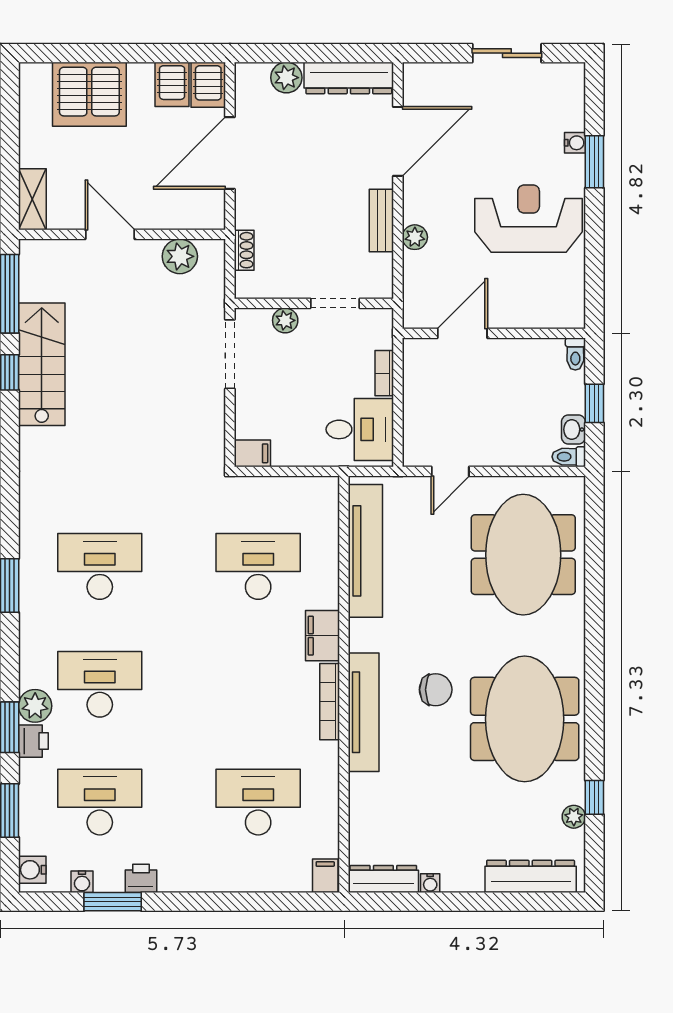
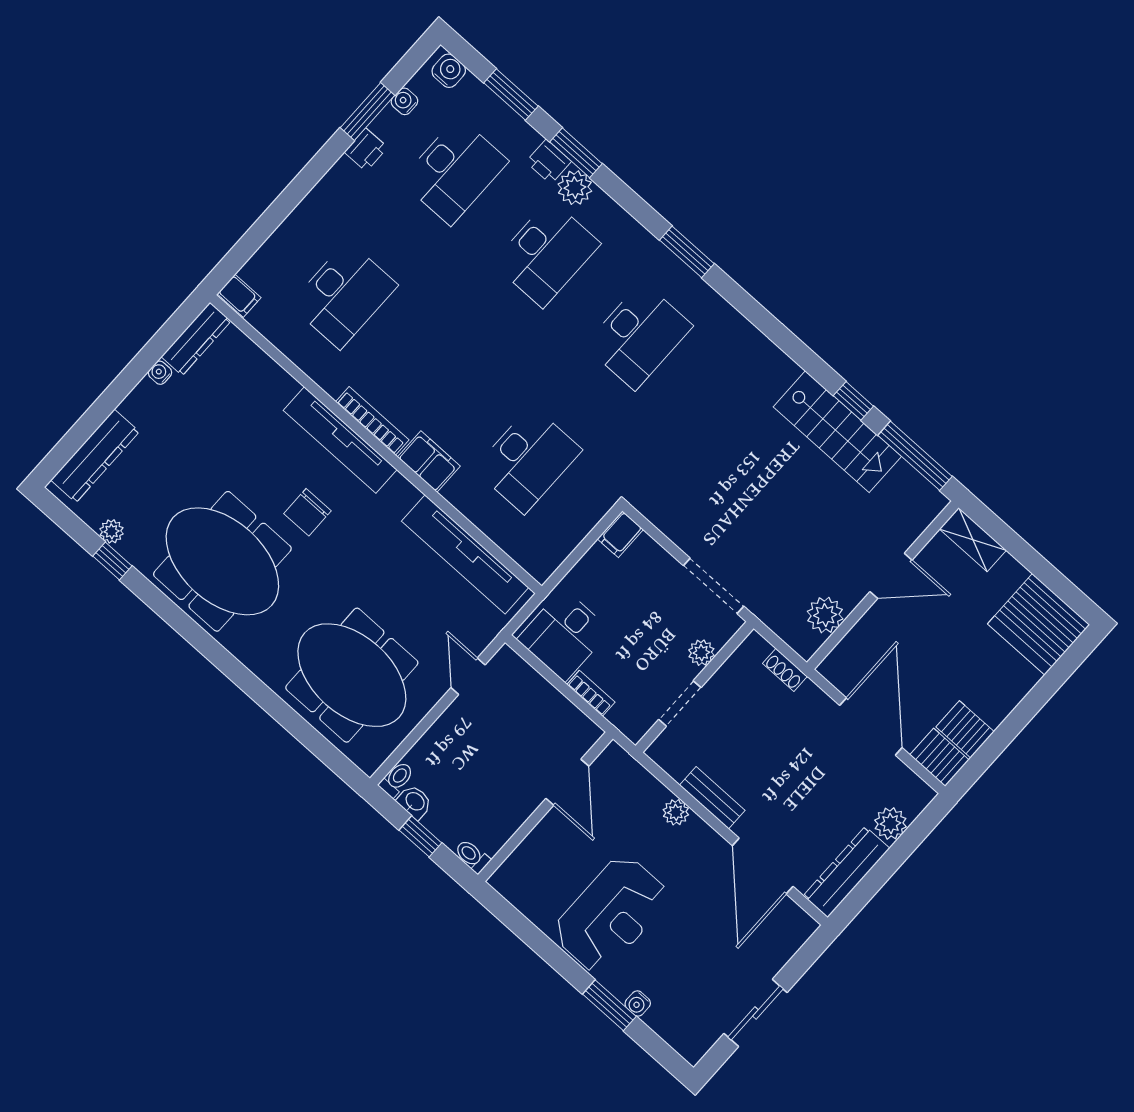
server rack: (89, 94) -> (1039, 624), moved, turned -90

